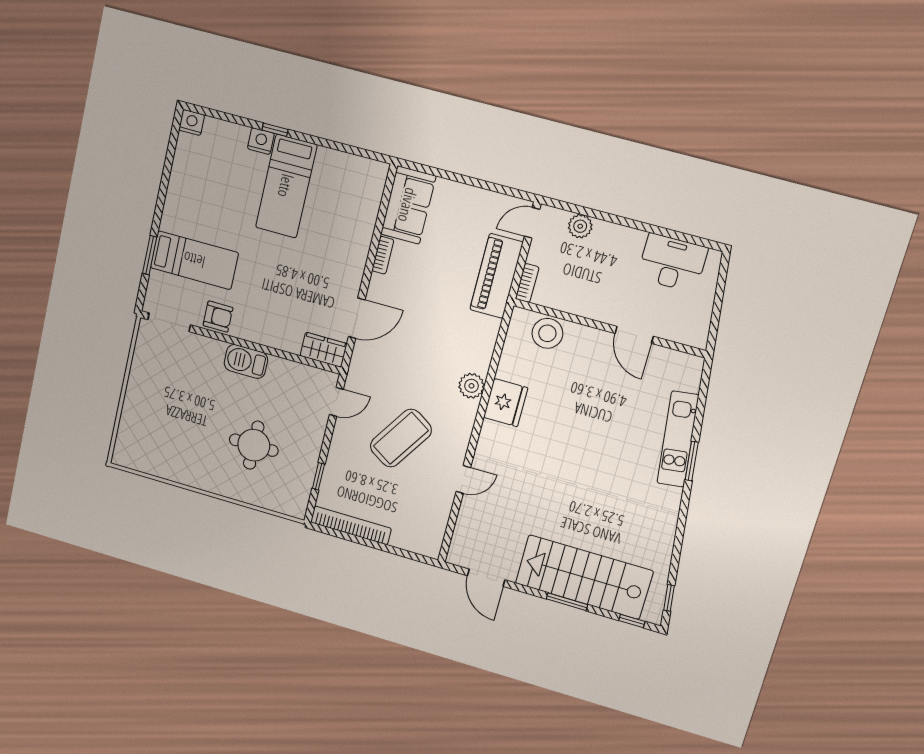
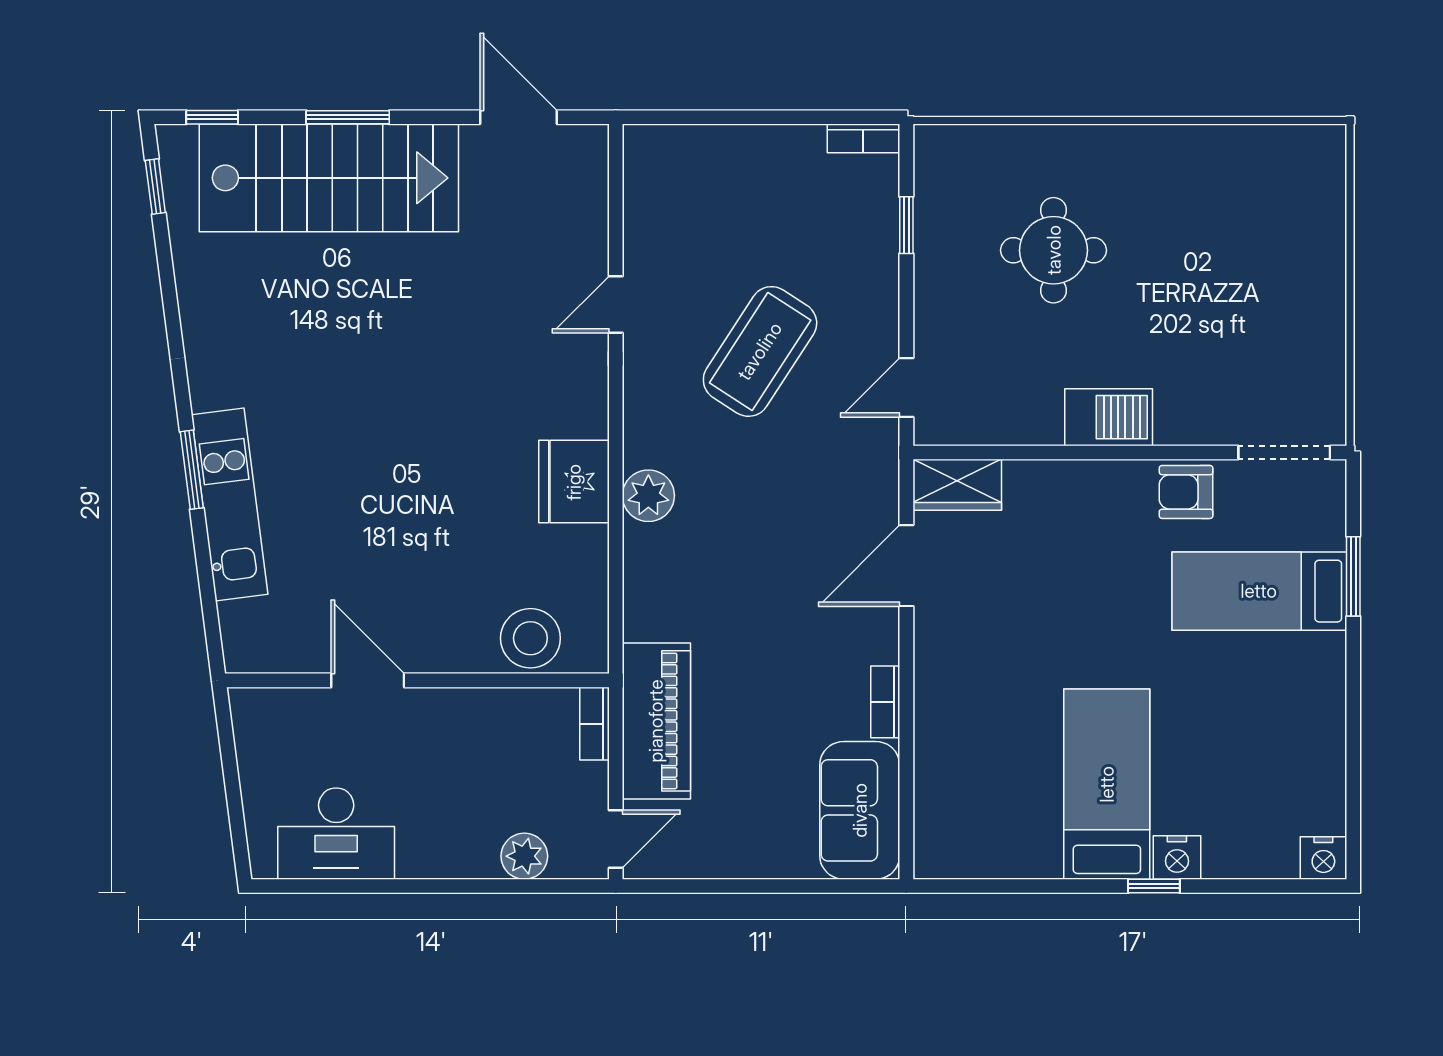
bookcase: (351, 525) -> (863, 138), width x0.43, depth x0.76

